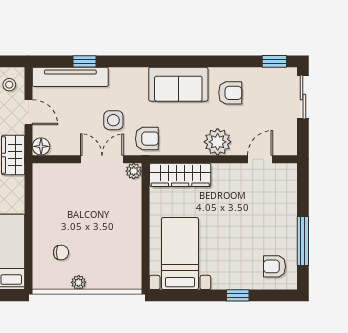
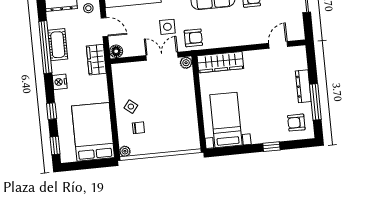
plant: (218, 142) -> (245, 35), removed
dresser: (289, 218) -> (303, 86), added
side table: (54, 223) -> (131, 107), added
plant: (79, 282) -> (125, 151), moved

